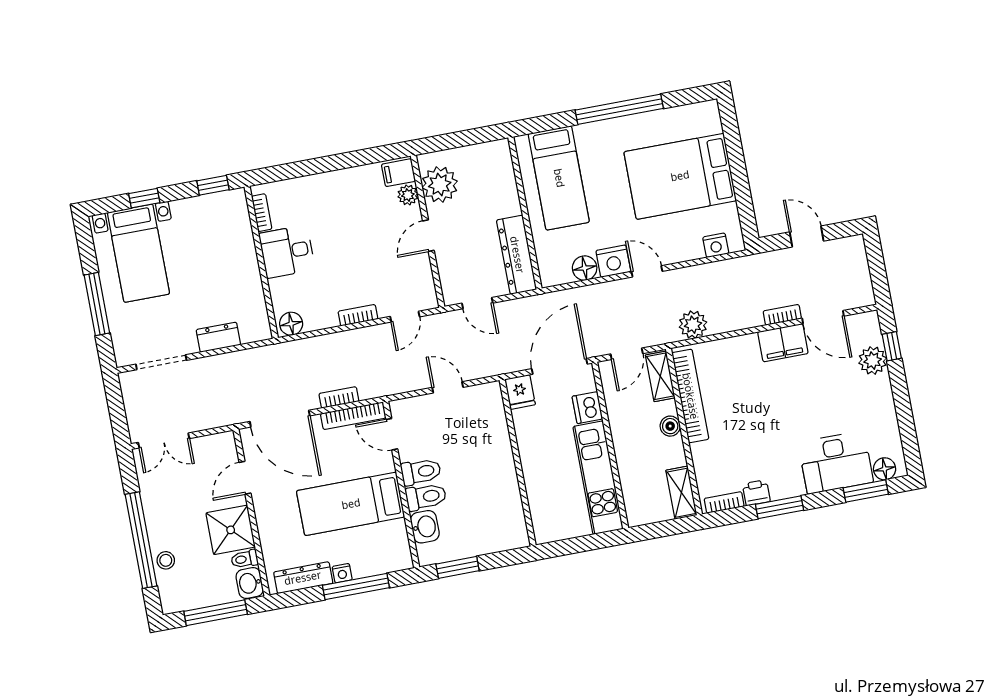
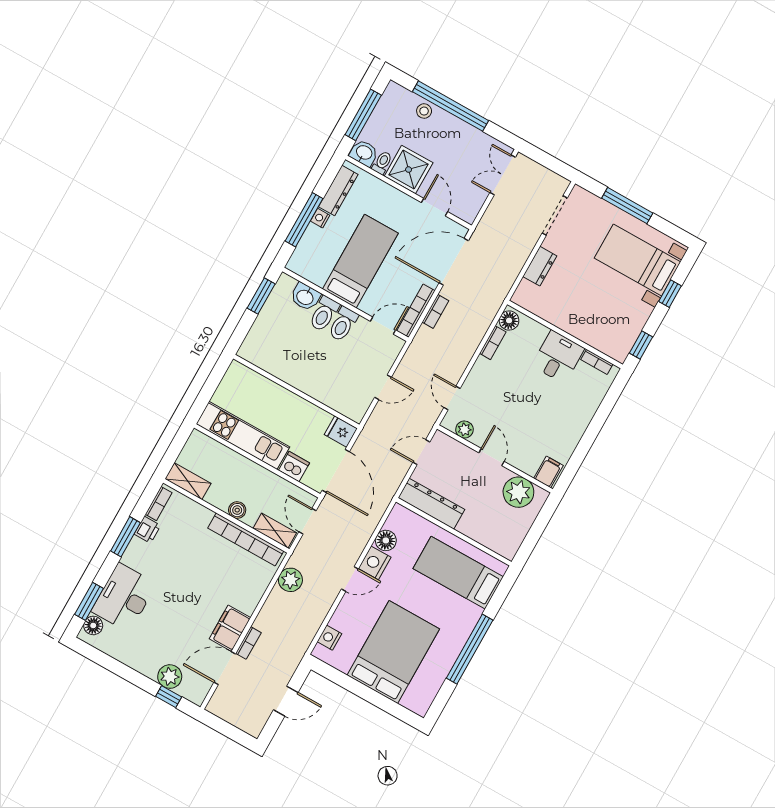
plant: (408, 195) -> (464, 430), moved
bookcase: (358, 315) -> (493, 343), moved

